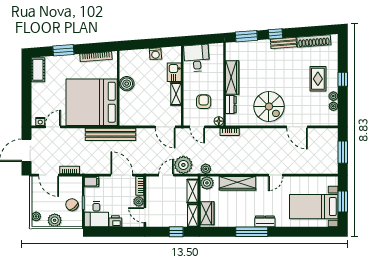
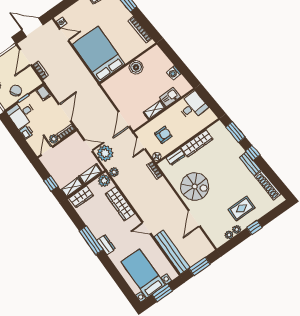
bed: (92, 102) -> (99, 54), width x0.73
spiral stairs: (269, 106) -> (195, 187), turned -90
bench: (110, 134) -> (172, 252), moved

